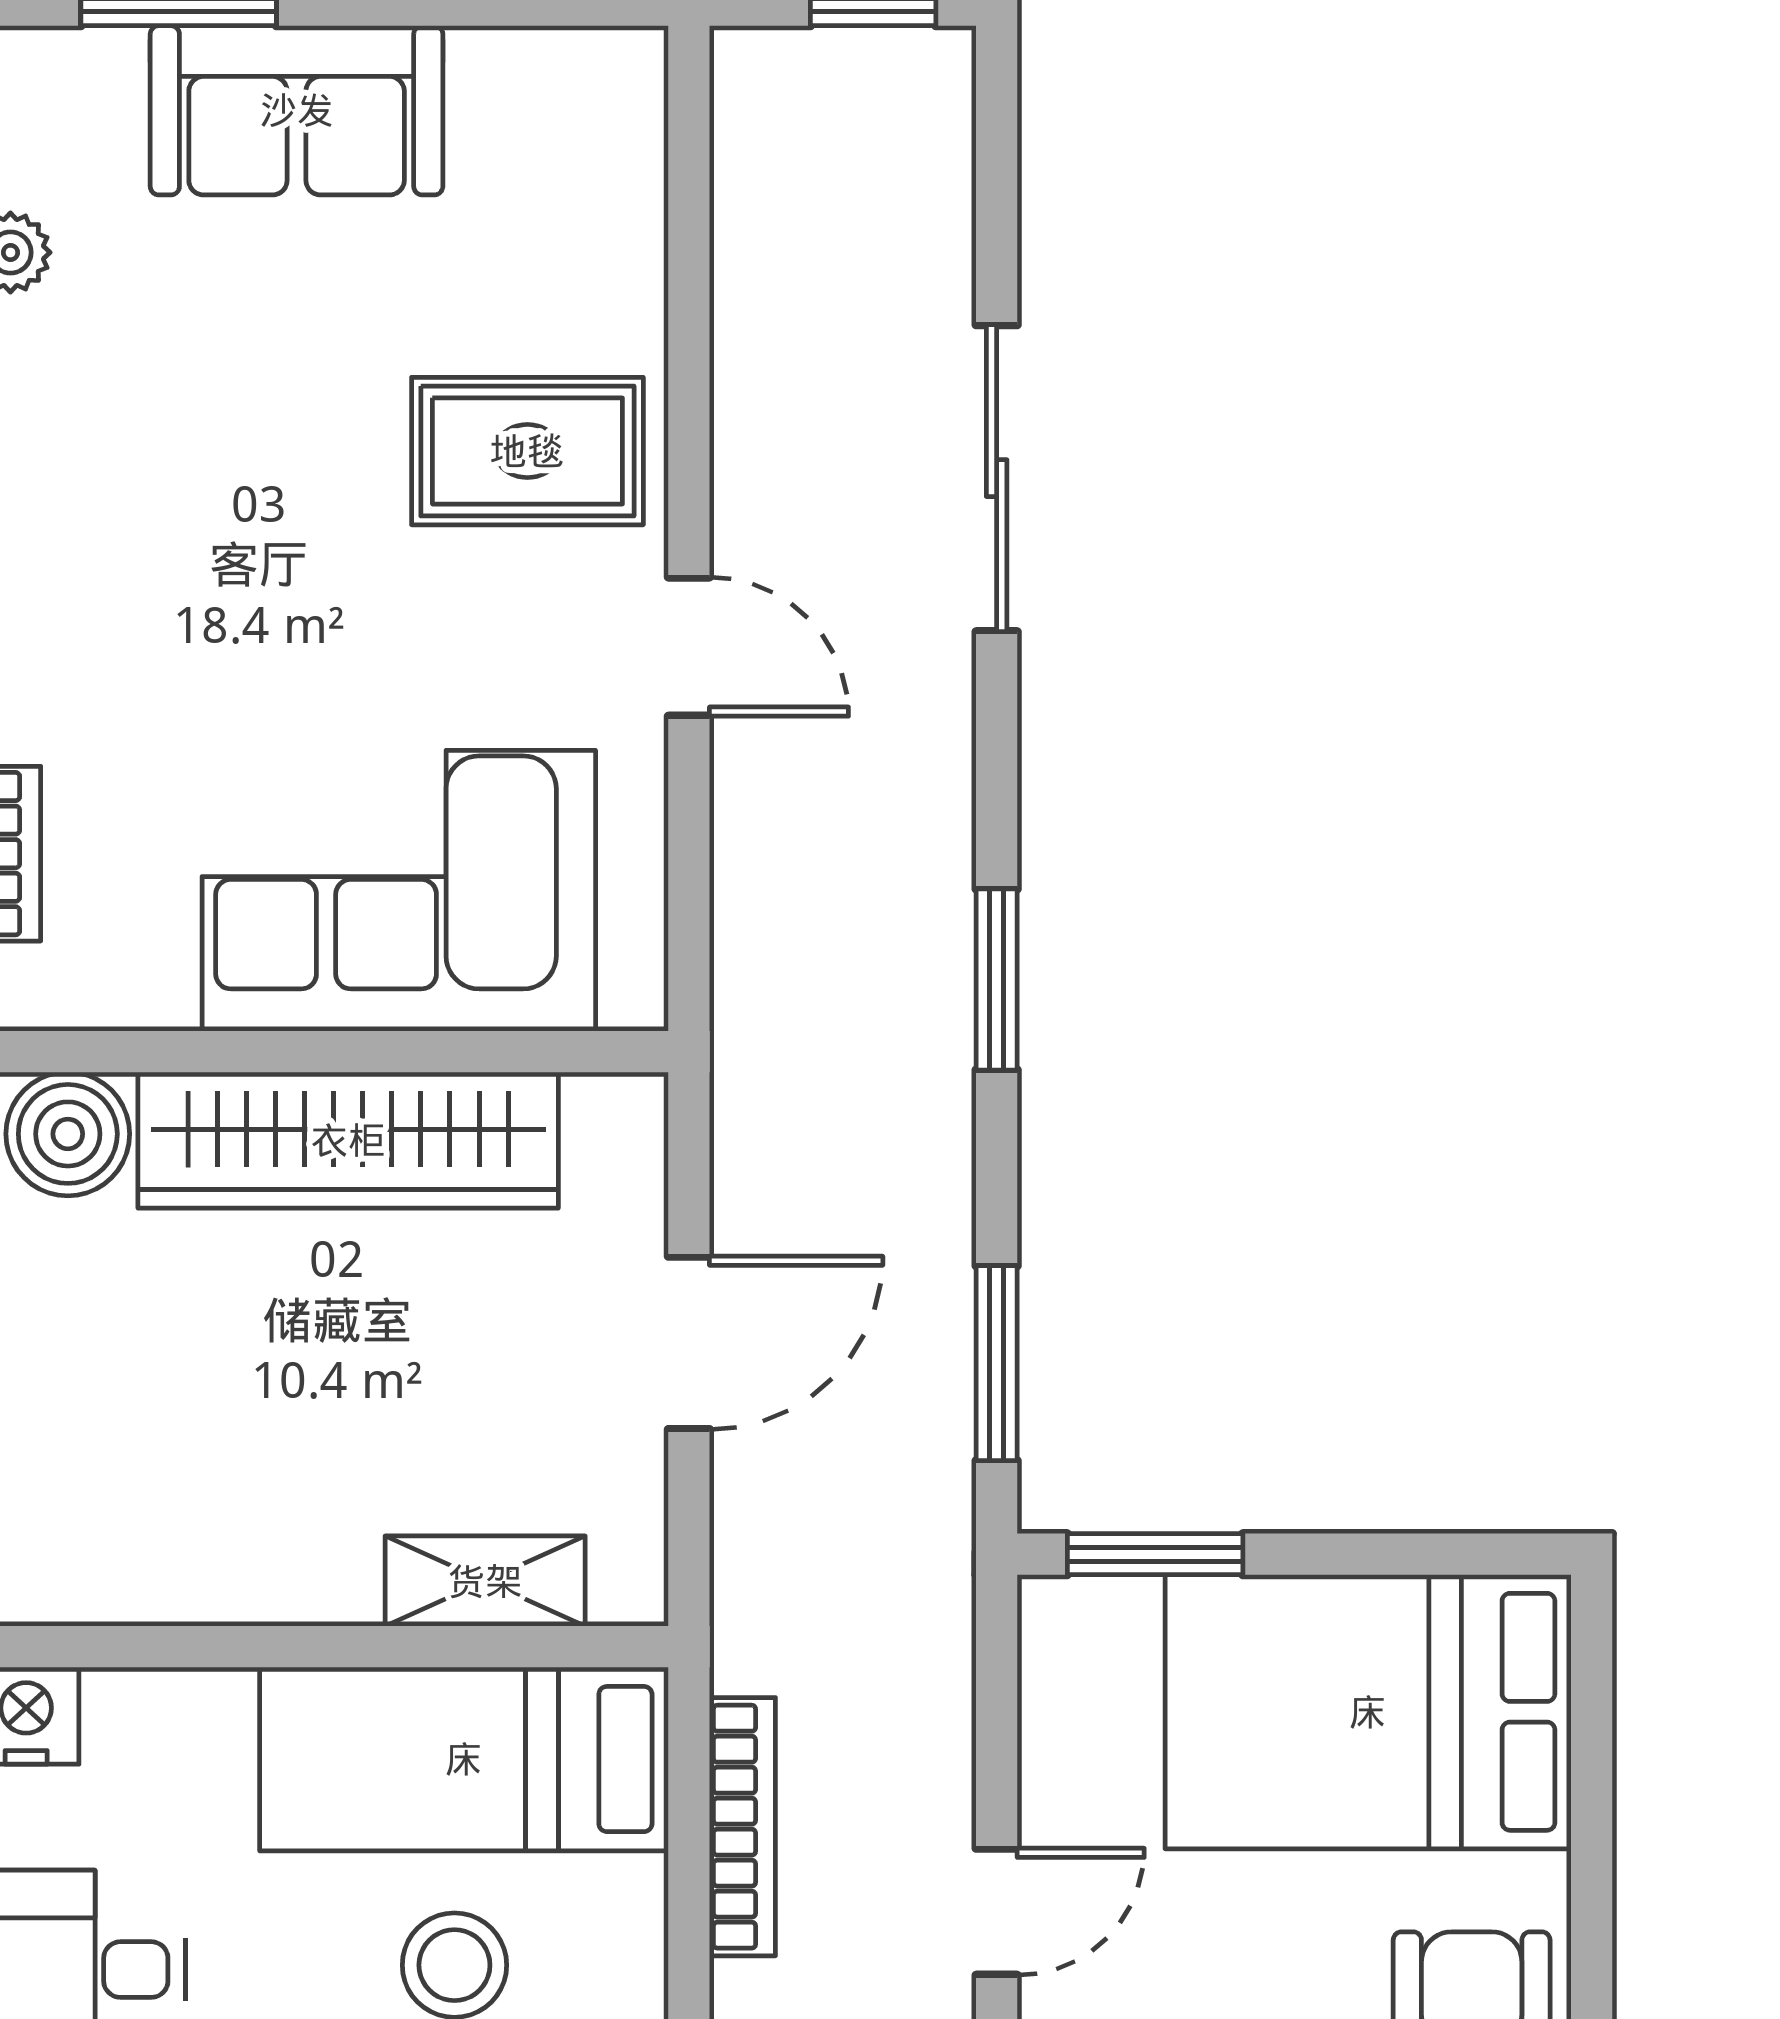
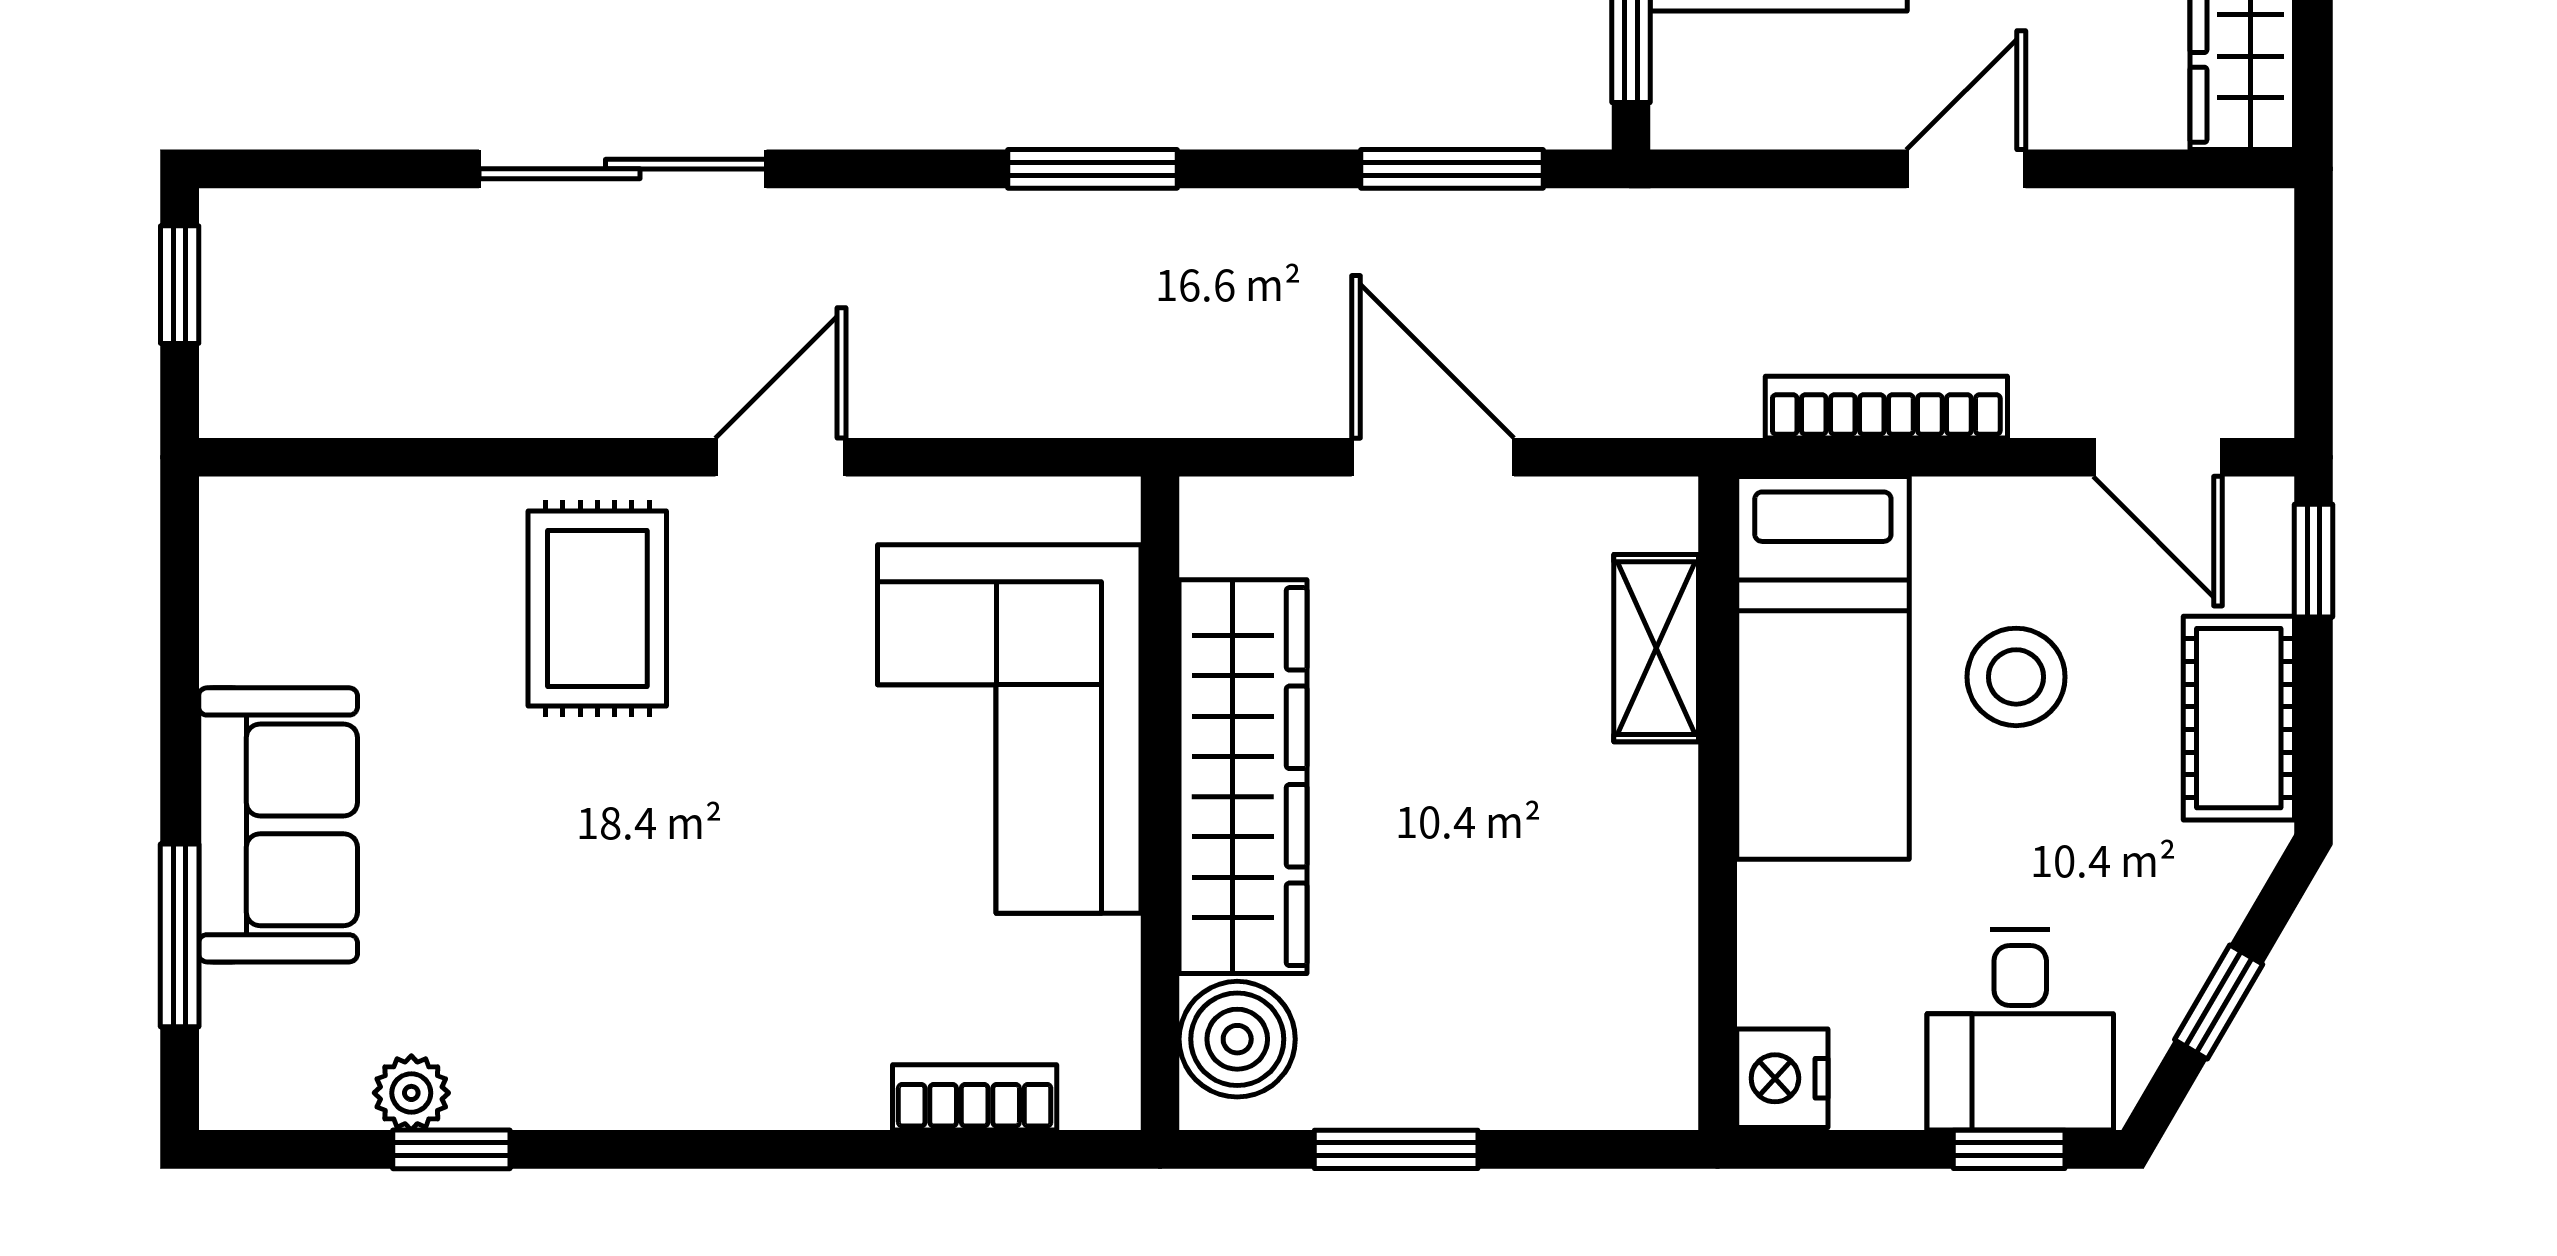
door: (997, 1912) -> (1966, 169), hinge flipped

